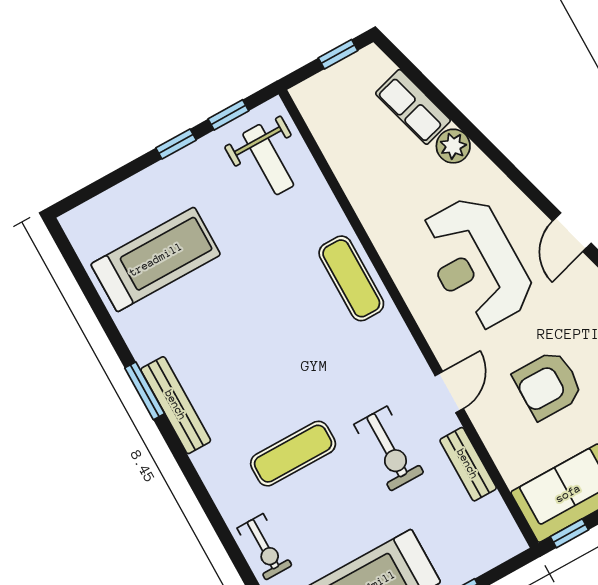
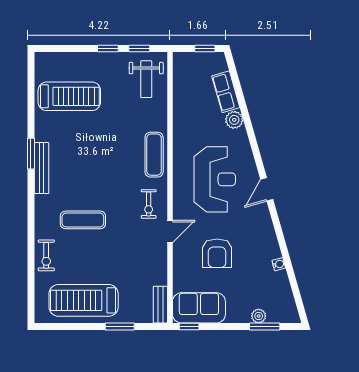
reception desk: (476, 263) -> (215, 179), turned 180
armchair: (548, 385) -> (217, 253), turned -90
exercise bike: (389, 449) -> (149, 204), moved, width x0.73, depth x0.72
bench: (468, 464) -> (160, 305), moved

